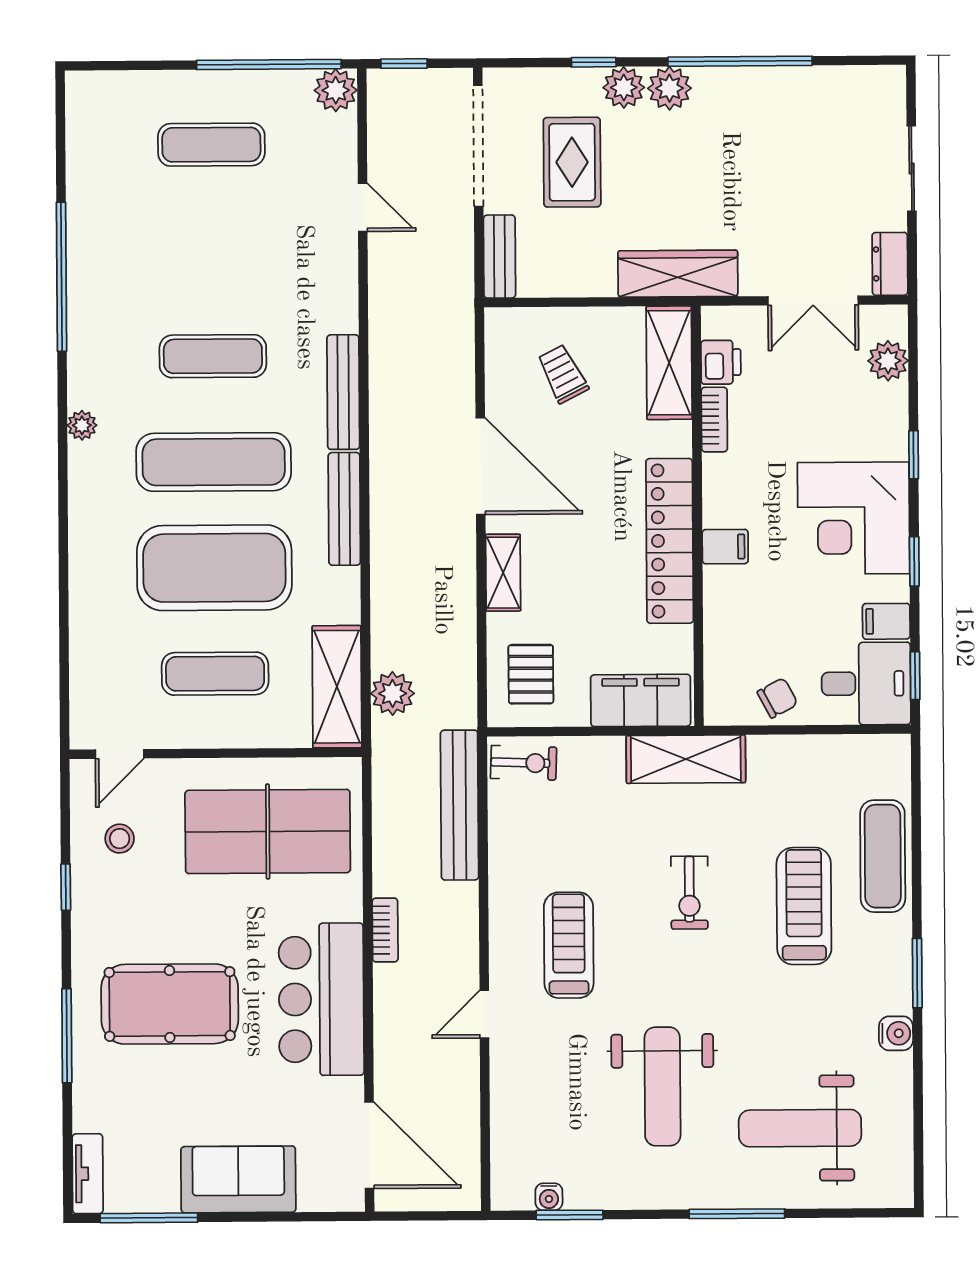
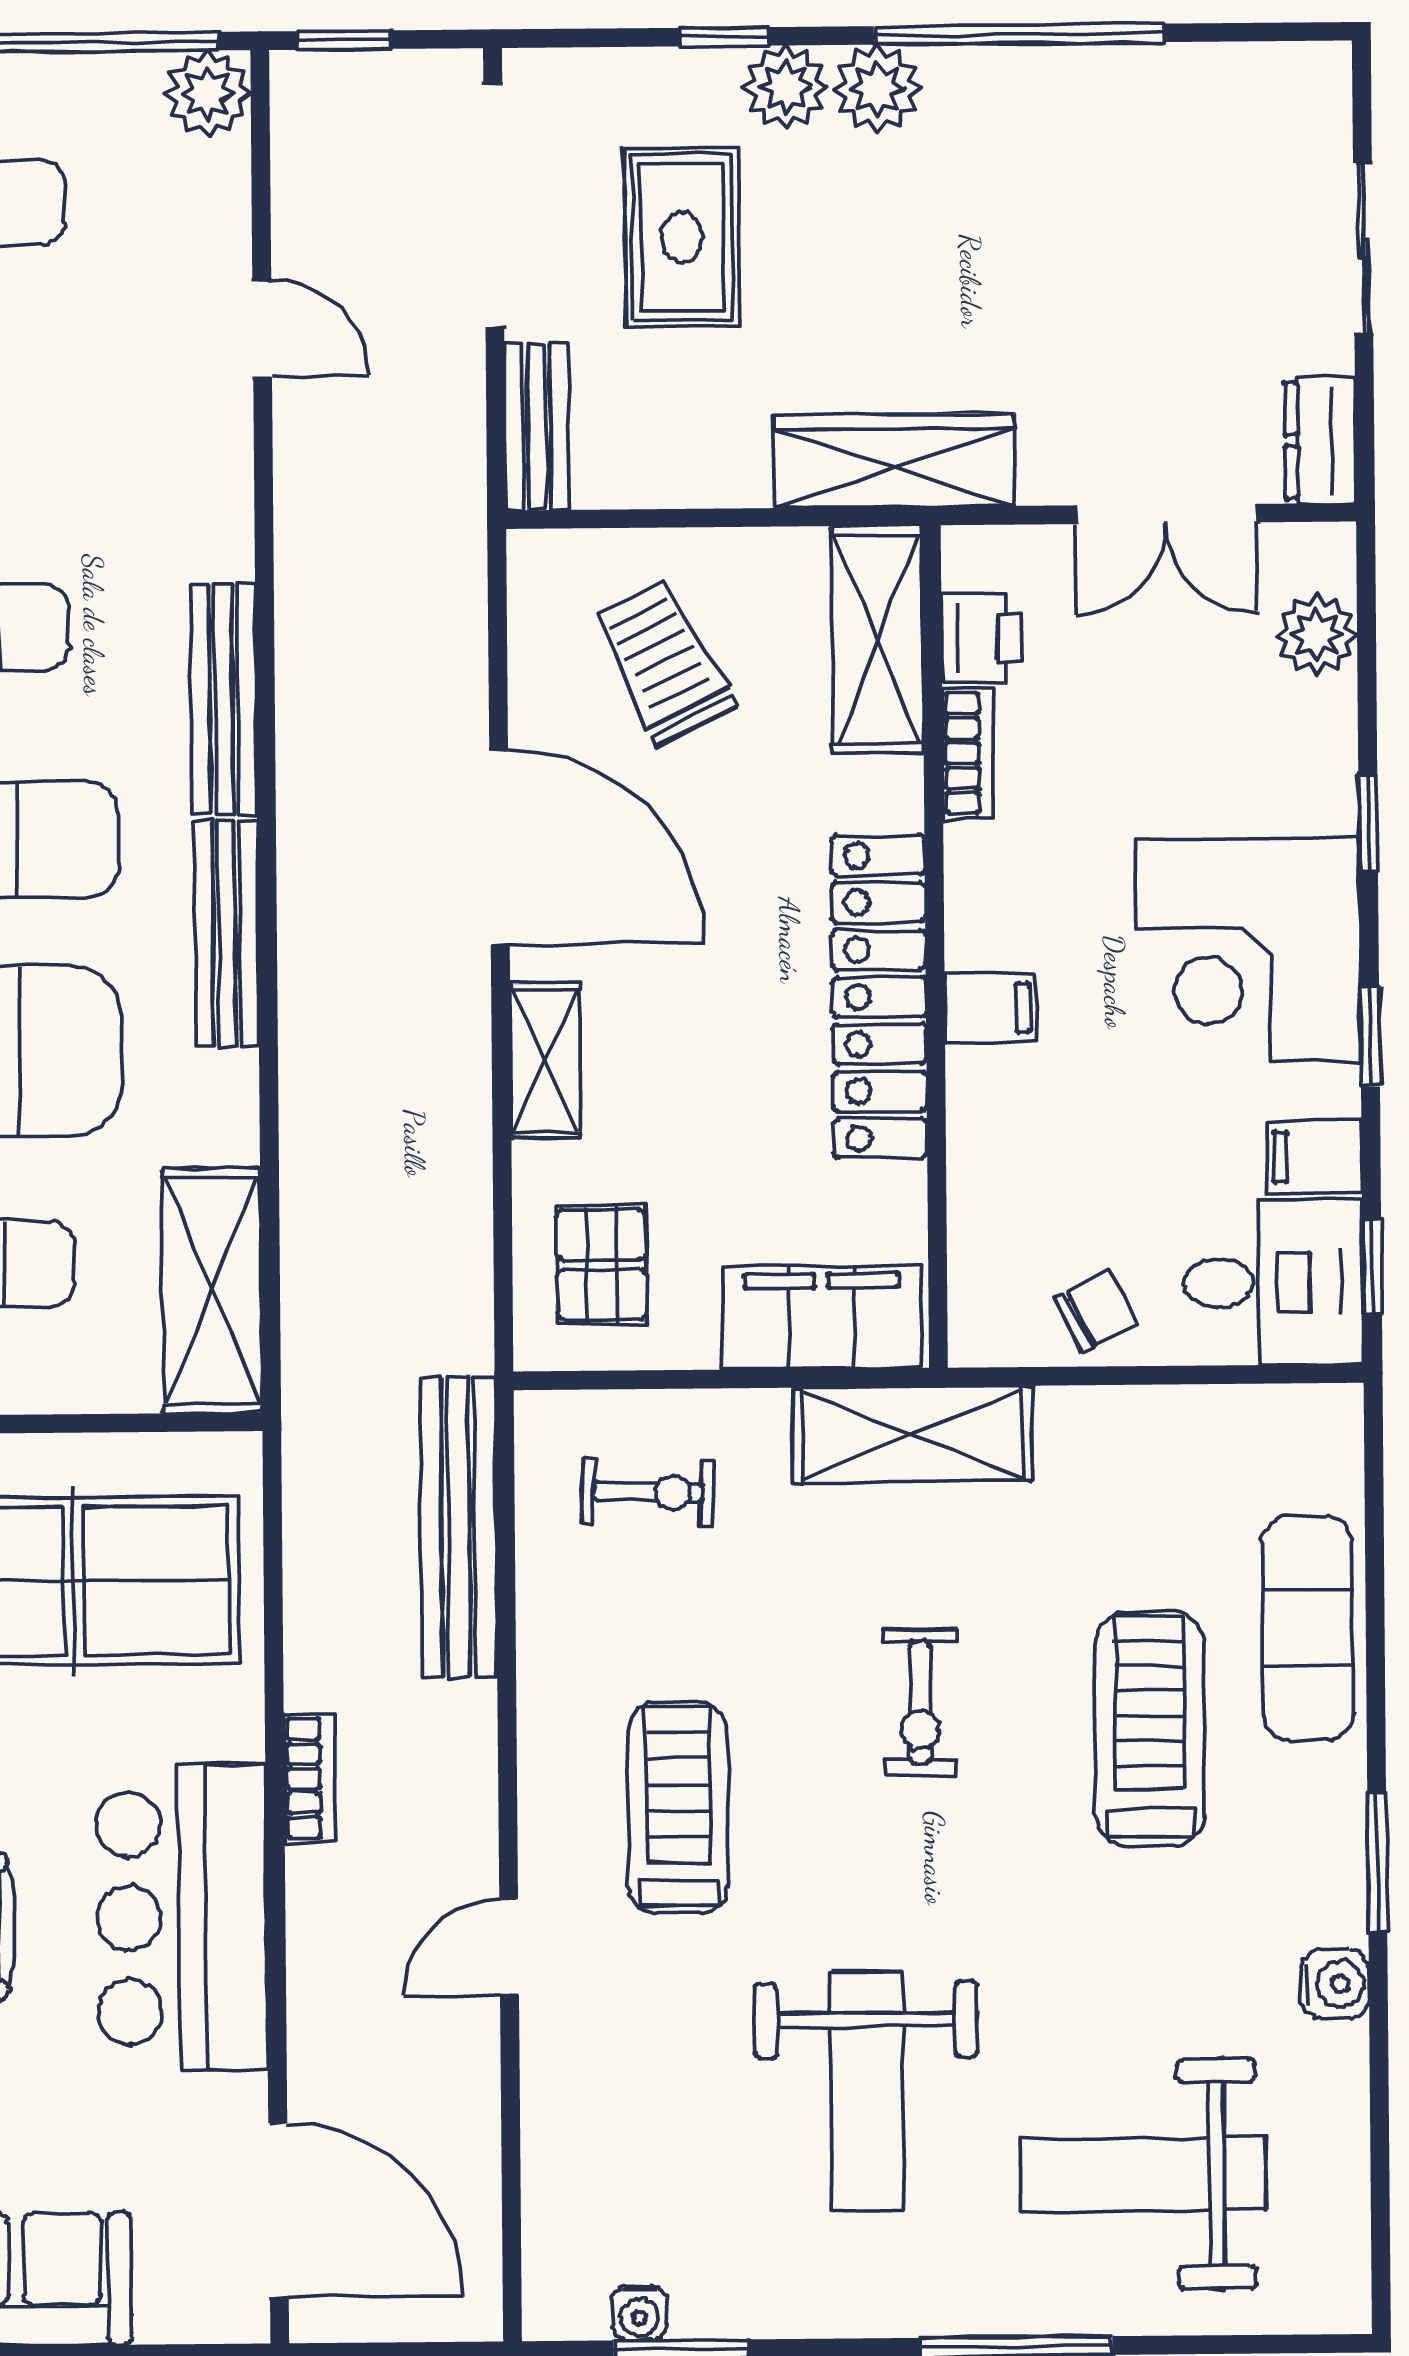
trolley: (563, 374) -> (664, 662), width x1.36, depth x1.39
plant: (393, 693) -> (324, 1304), removed
exercise bike: (524, 763) -> (648, 1492), moved

